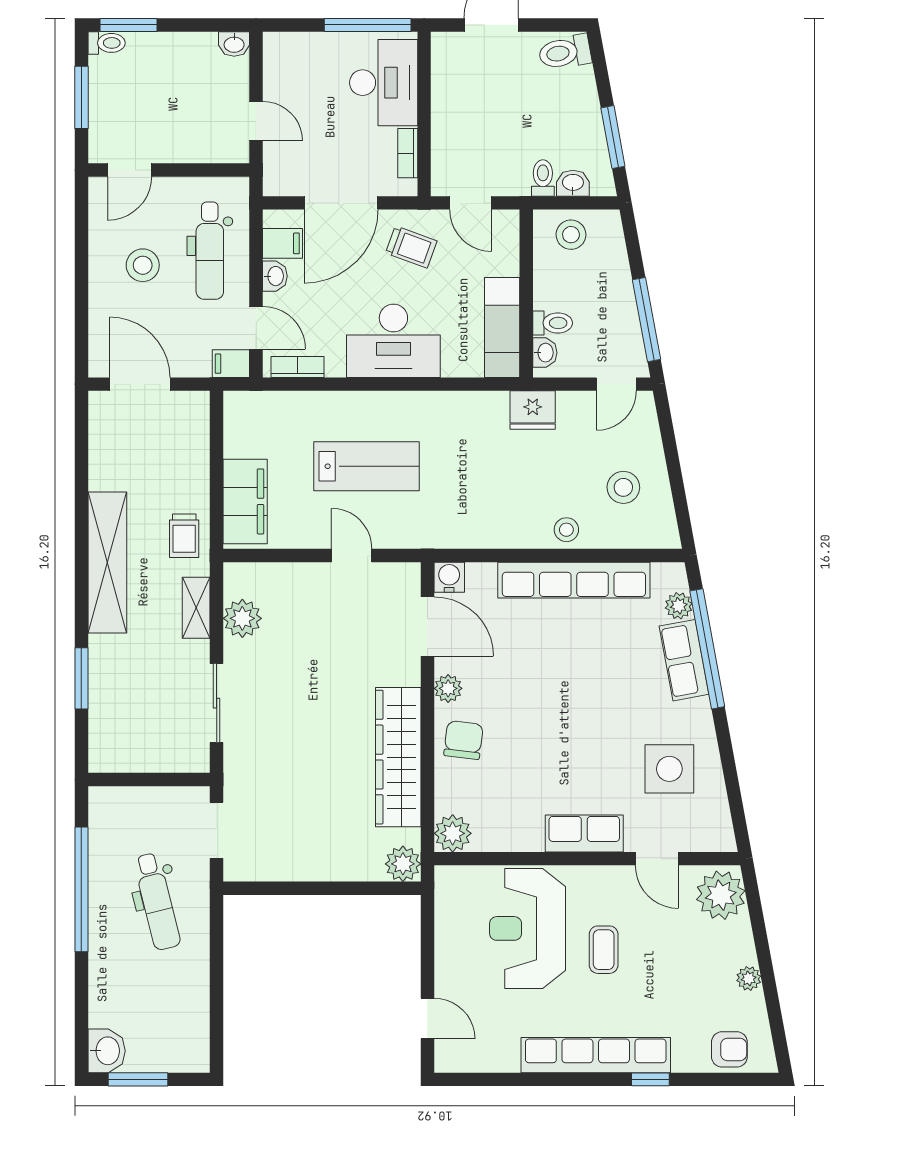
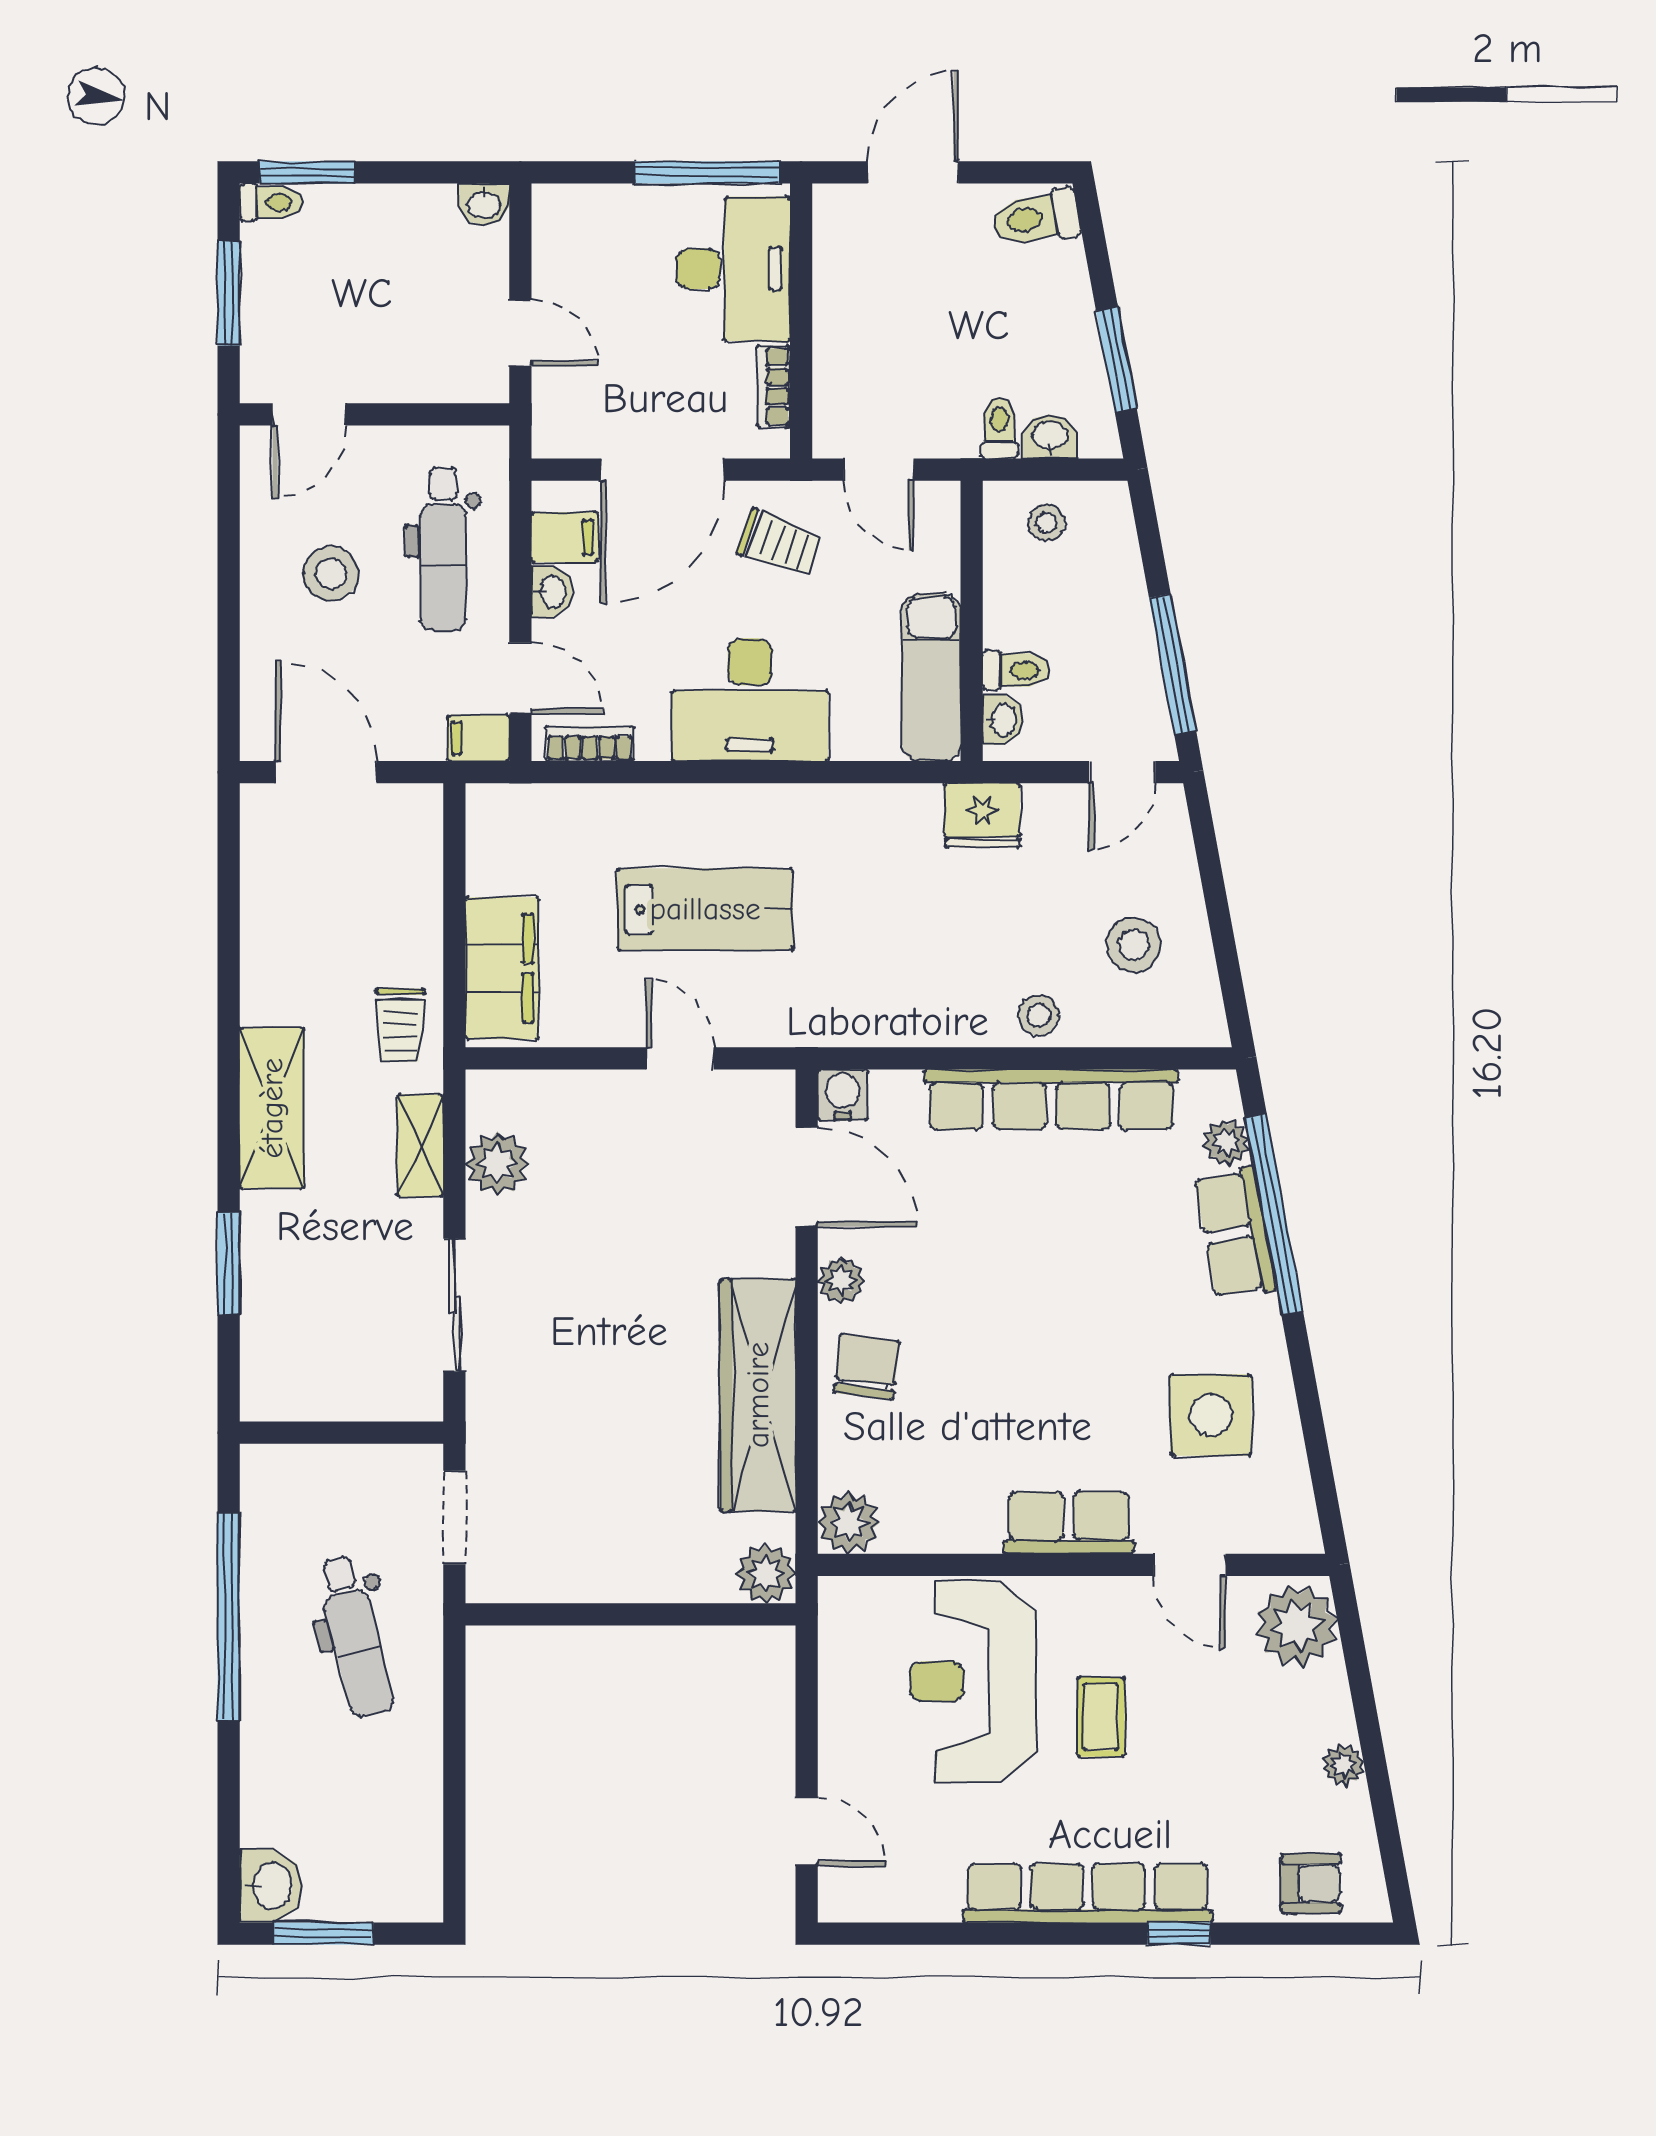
stool: (571, 235) -> (1046, 523), width x0.73, depth x0.73
shelving: (107, 563) -> (272, 1108), width x0.68

